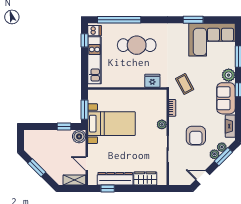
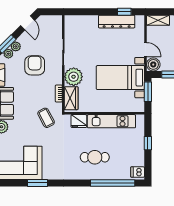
window: (84, 40) -> (148, 143), moved
cafe table: (137, 45) -> (95, 157), width x0.73, depth x0.74
kitchen unit: (94, 60) -> (111, 121), moved, turned -90
plant: (162, 124) -> (74, 77), width x1.88, depth x1.88
door: (87, 164) -> (146, 50), moved
door: (203, 177) -> (28, 23), hinge flipped
wardrobe: (145, 178) -> (71, 98), moved, turned -90

